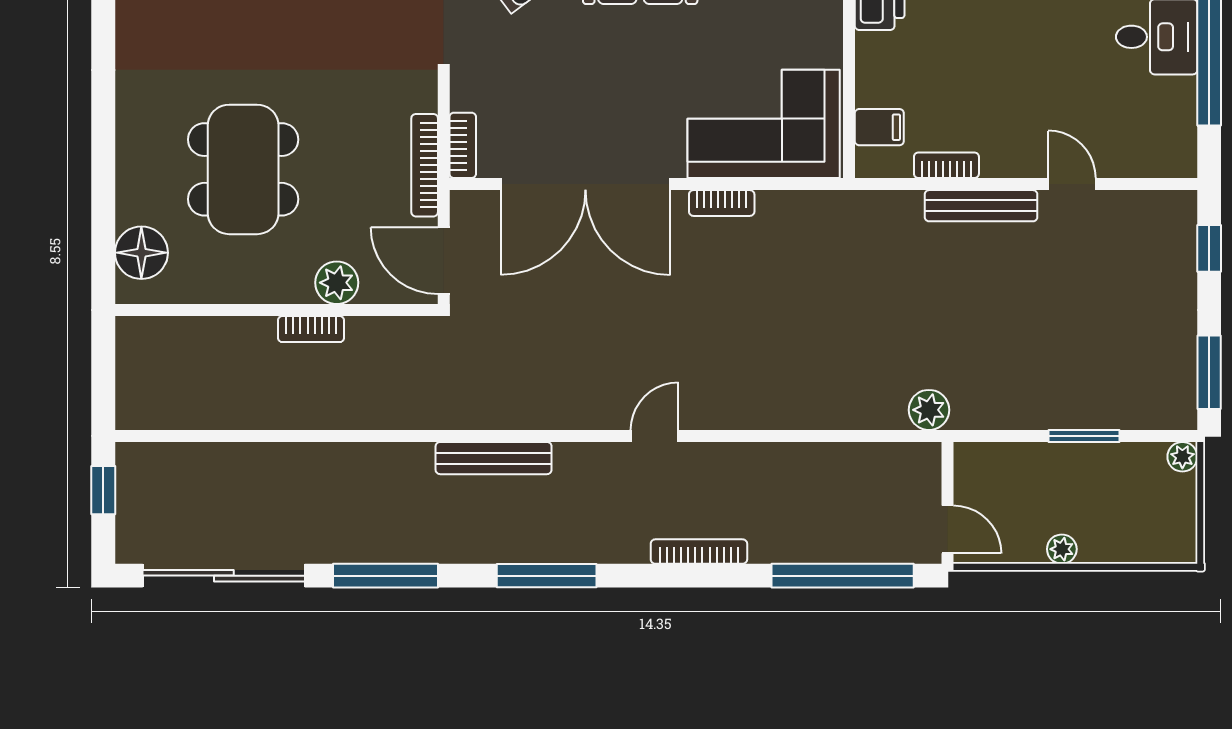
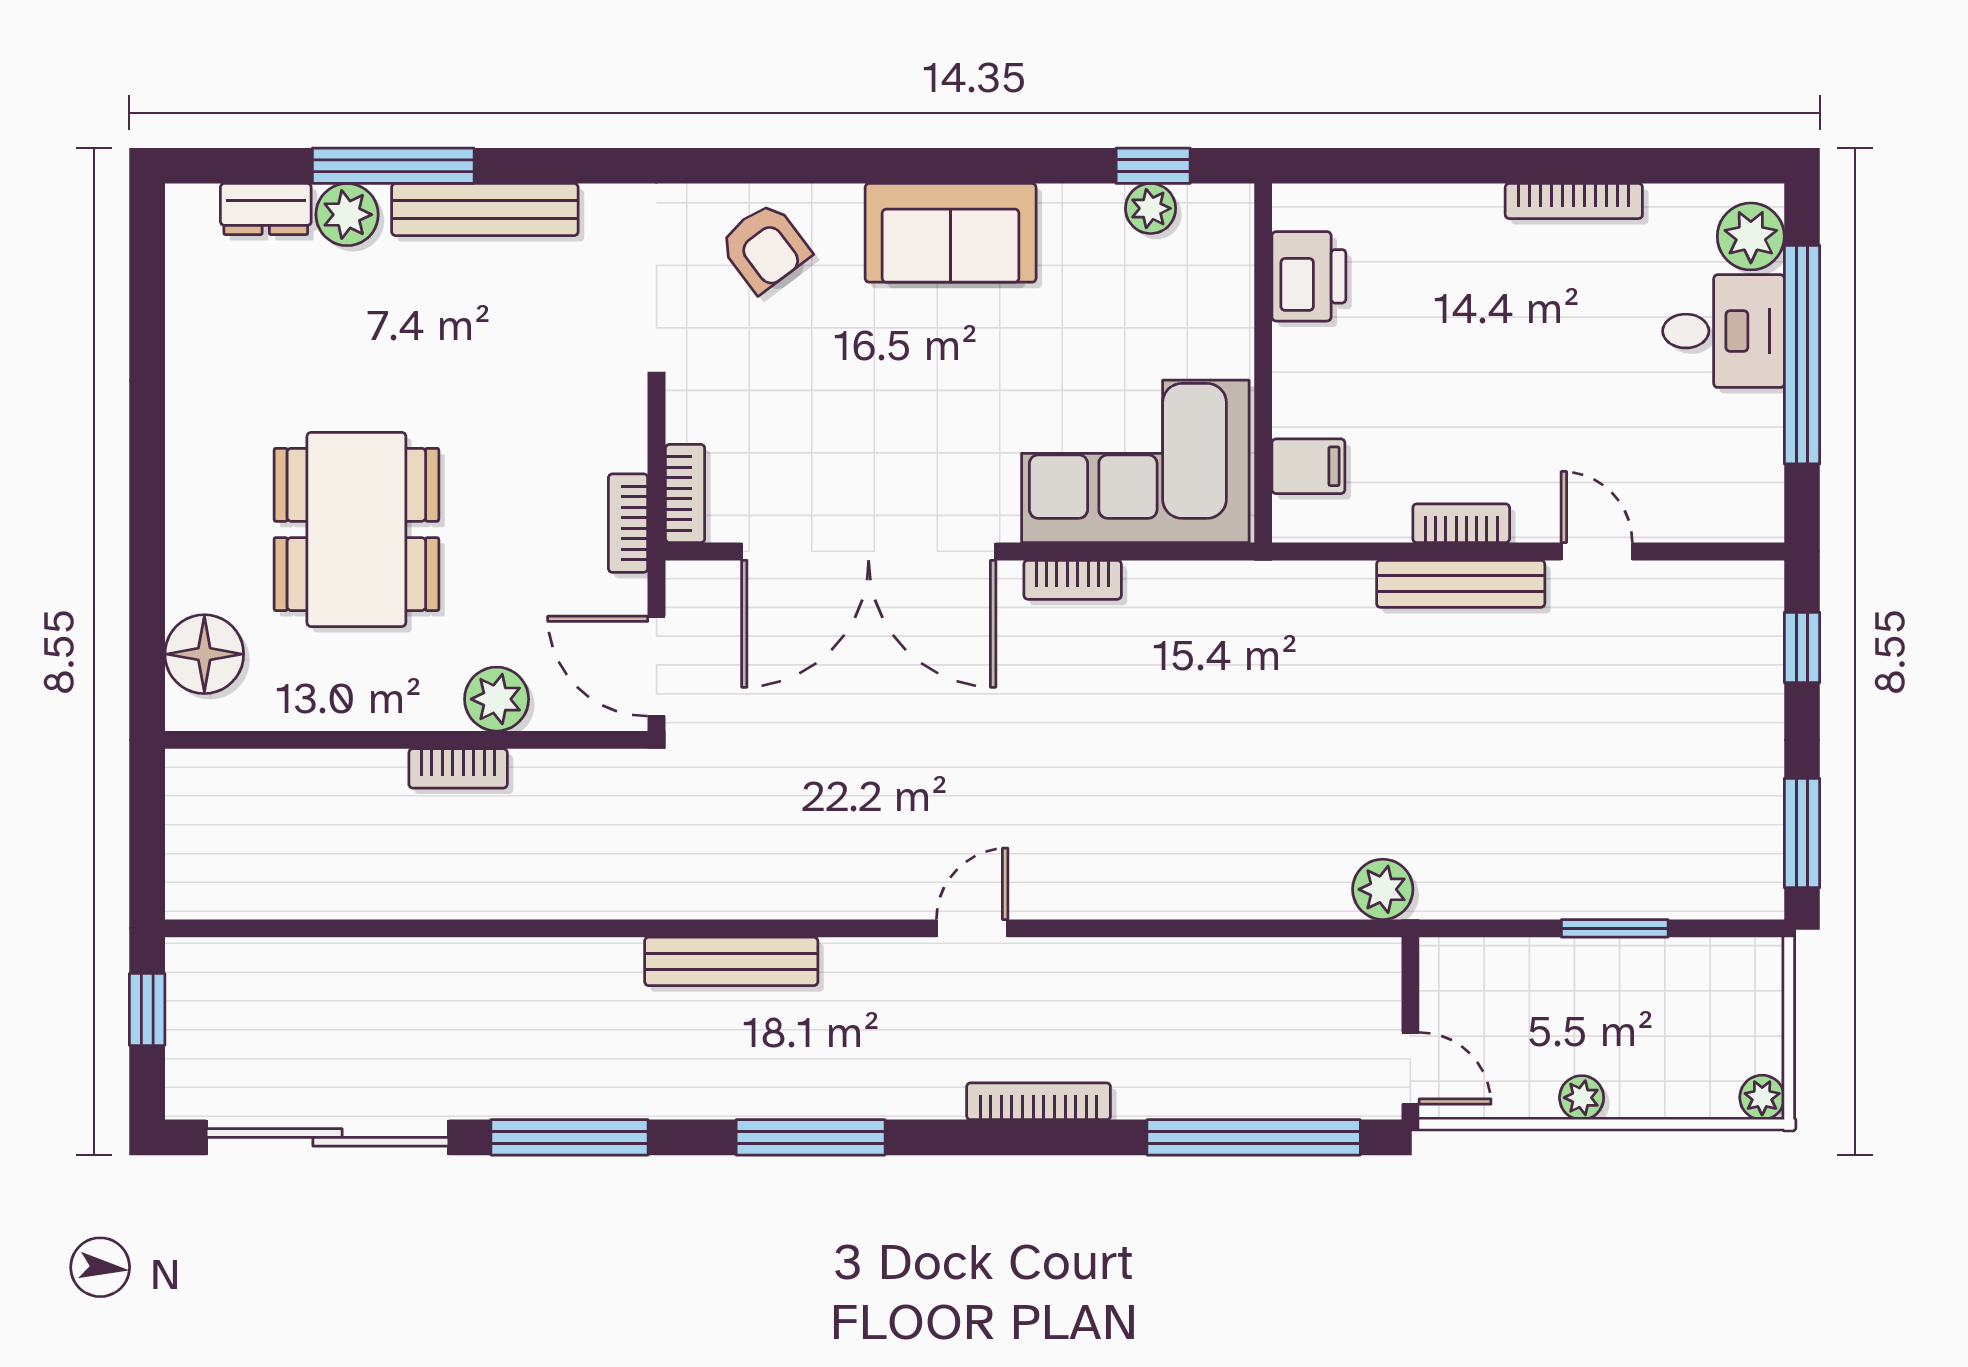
bookcase: (425, 165) -> (628, 523), width x0.64
bookcase: (946, 165) -> (1461, 523), moved
plant: (1182, 457) -> (1762, 1097), moved

